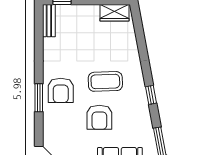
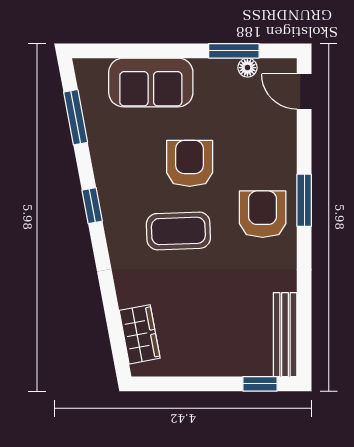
wardrobe: (114, 13) -> (140, 334), moved, turned 79
bench: (49, 21) -> (285, 335), width x1.36

